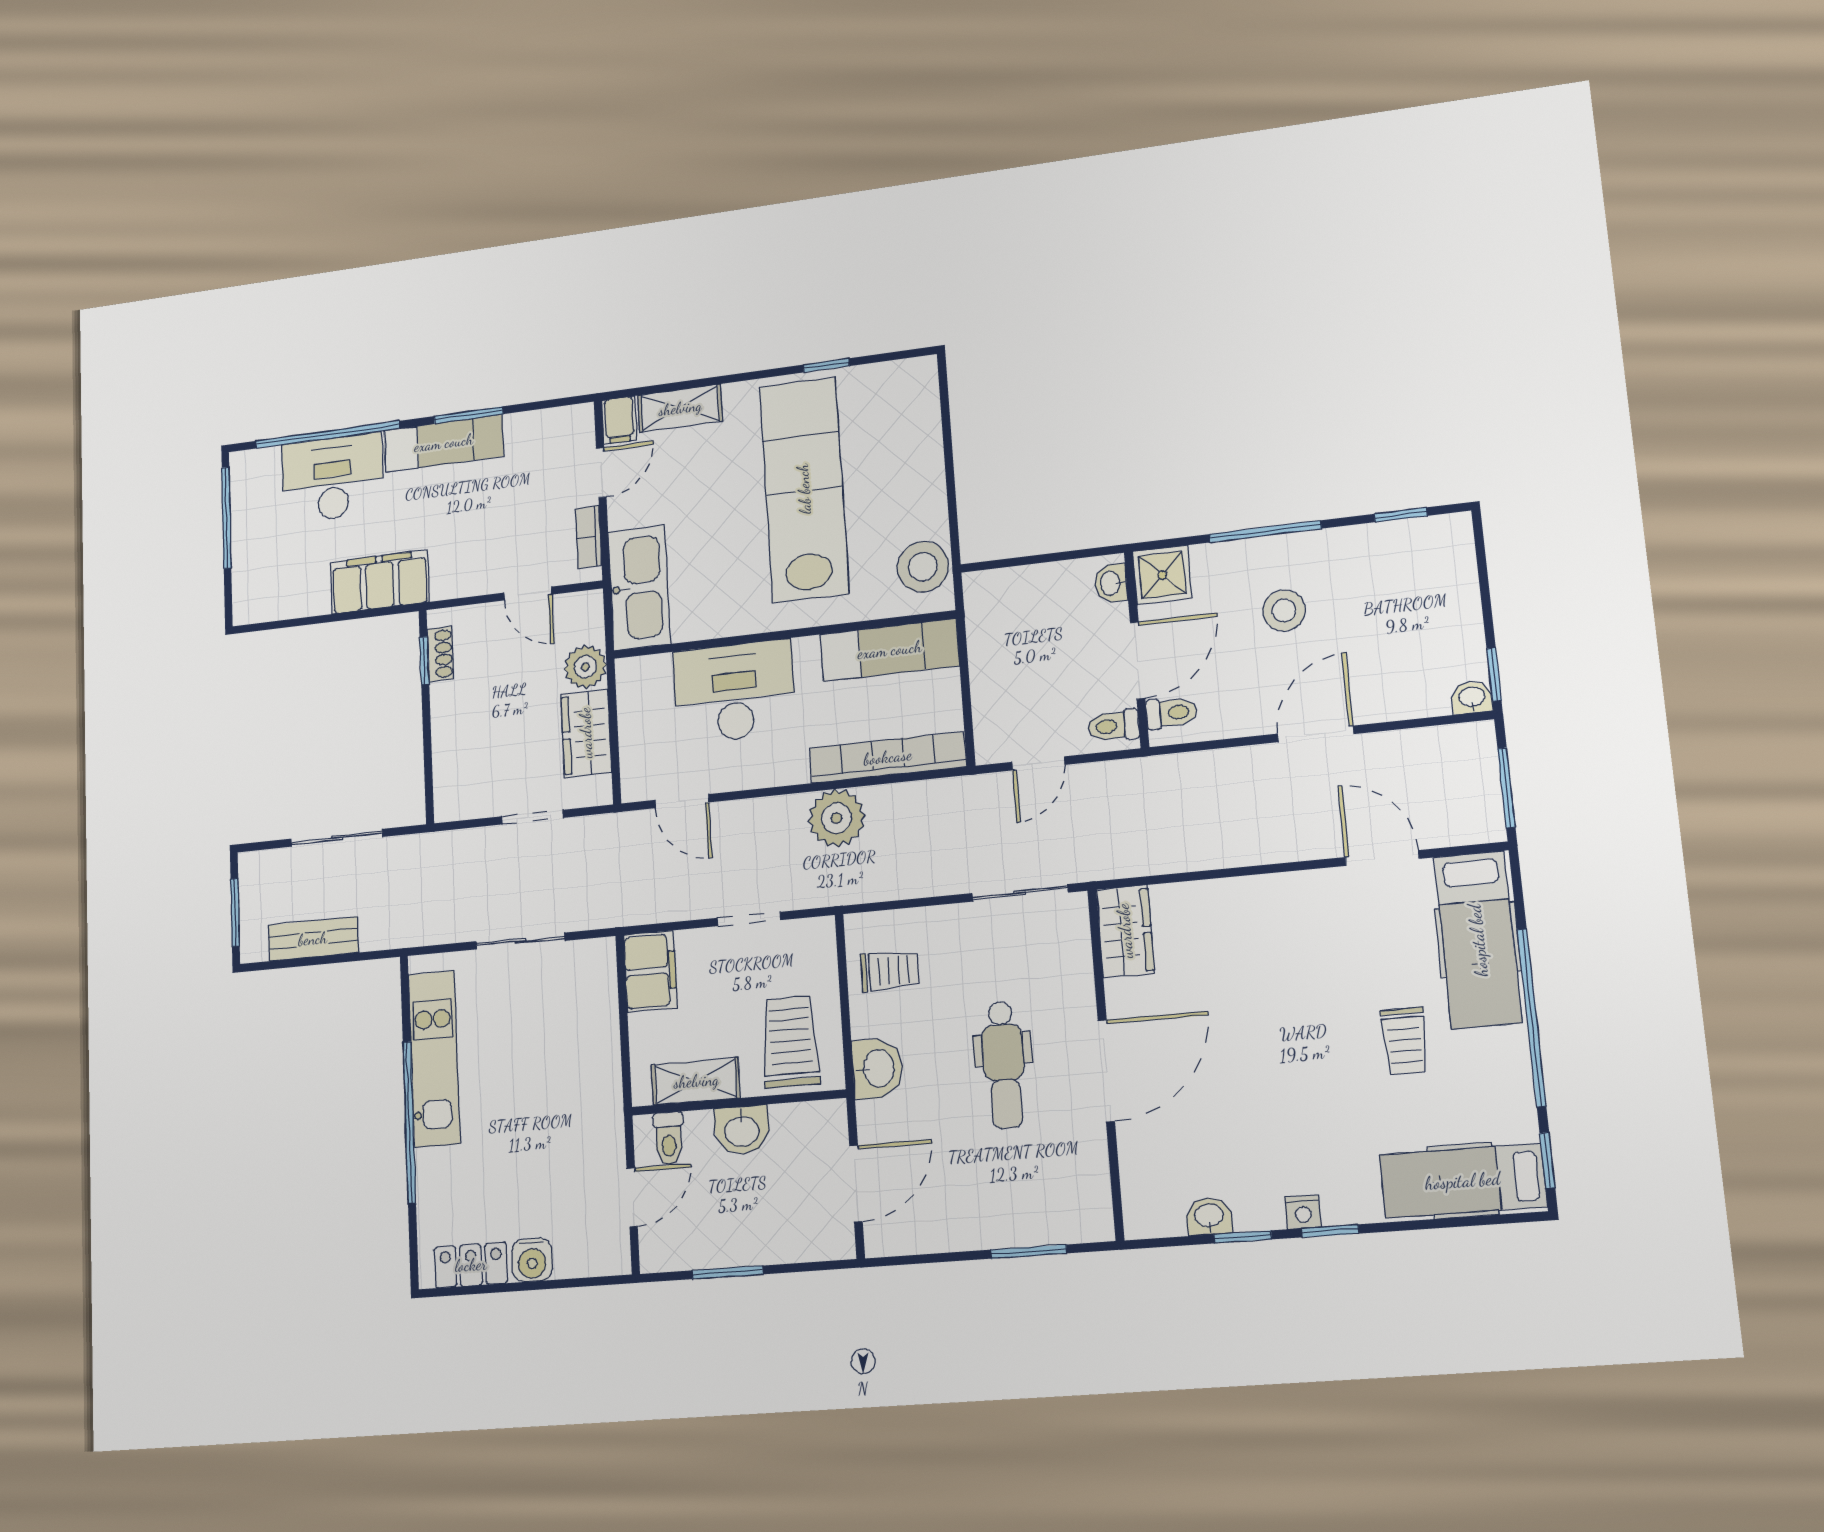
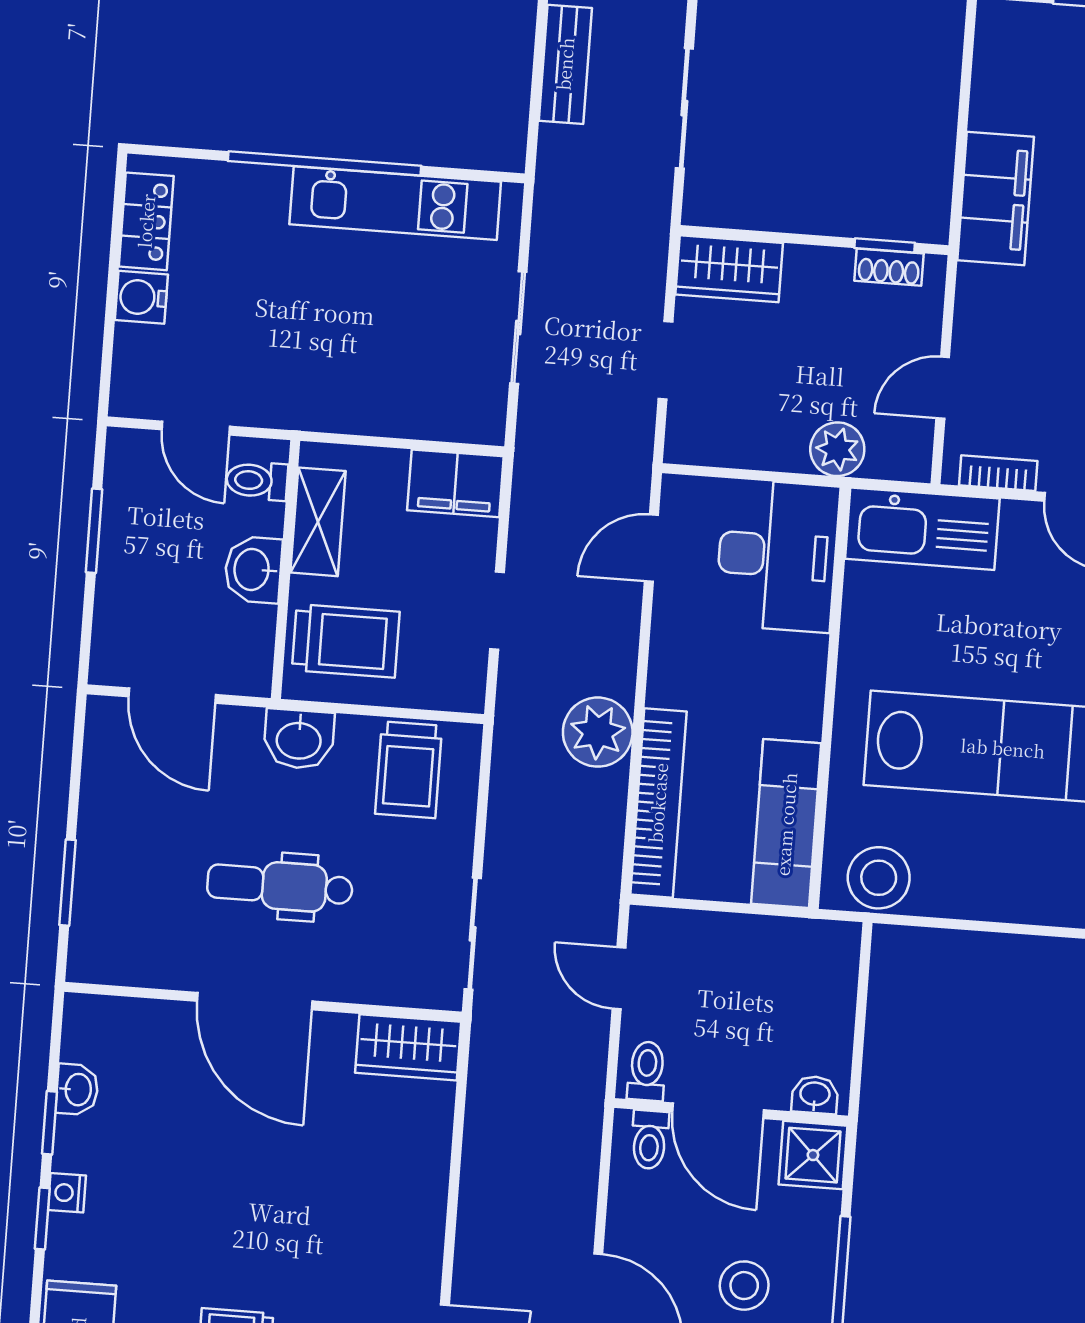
desk: (734, 692) -> (777, 556), moved
wardrobe: (586, 733) -> (729, 269), moved, turned 180
trolley: (890, 971) -> (409, 770), width x1.36, depth x1.39

